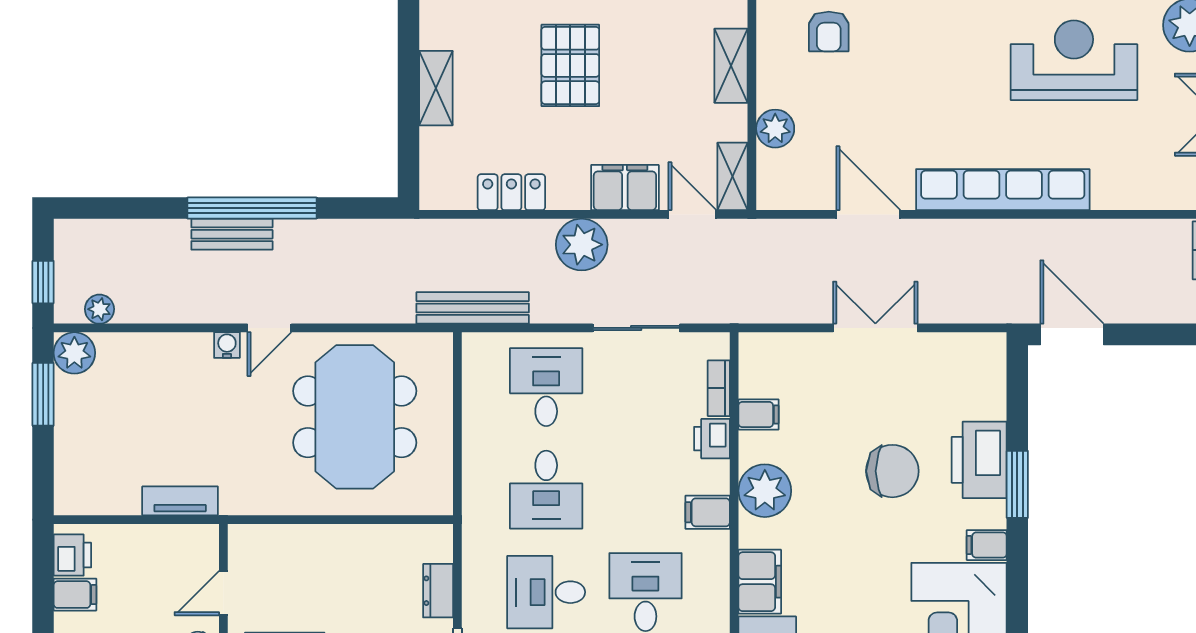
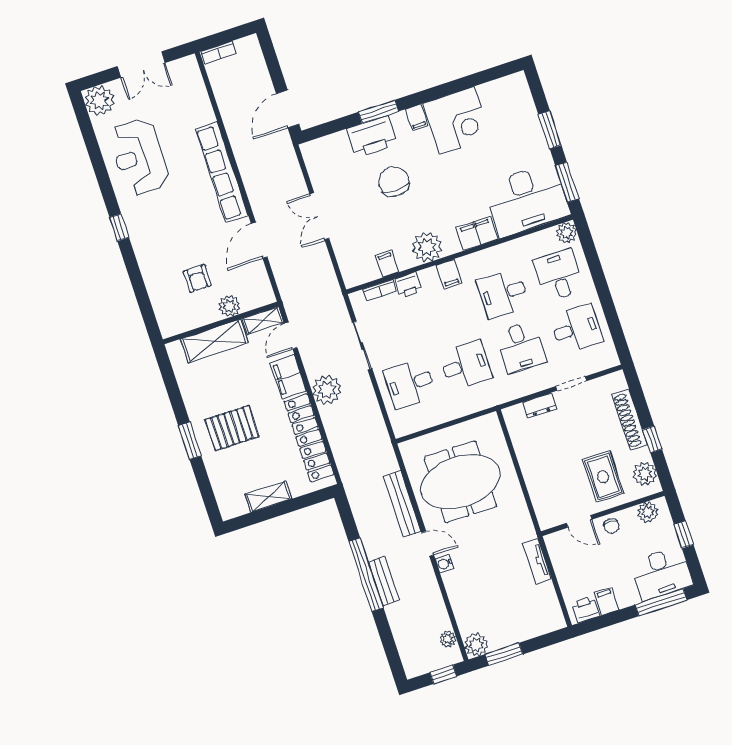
armchair: (829, 31) -> (197, 278), moved, turned 90
shelving: (731, 66) -> (214, 341), width x1.50, depth x1.33
locker: (511, 192) -> (309, 438), width x2.16, depth x1.21
bench: (473, 308) -> (402, 504), moved

